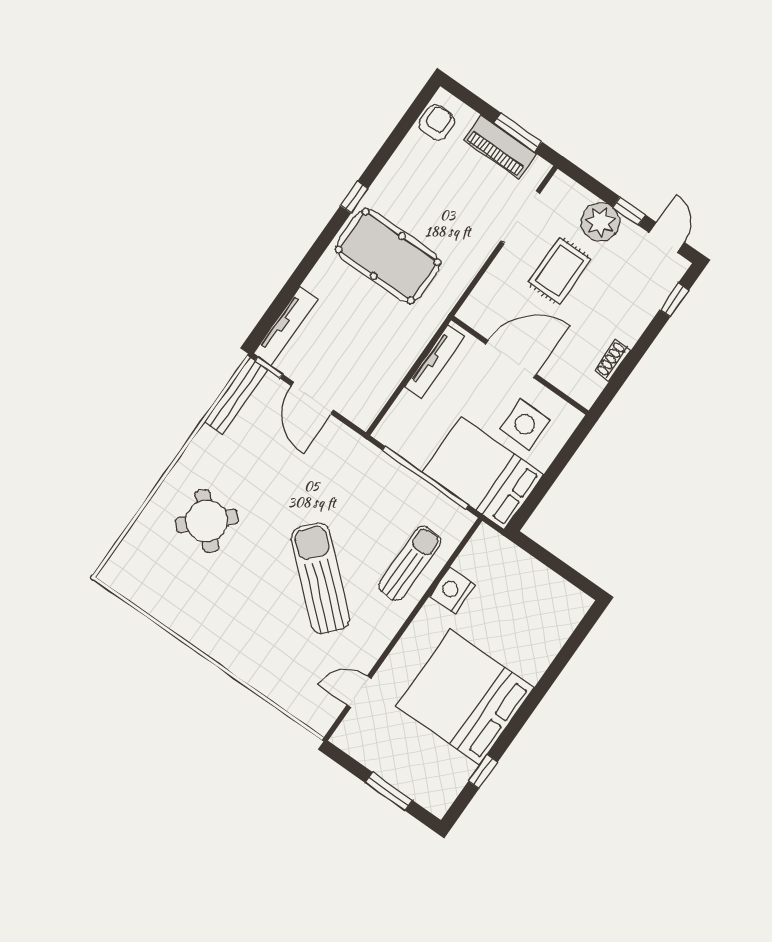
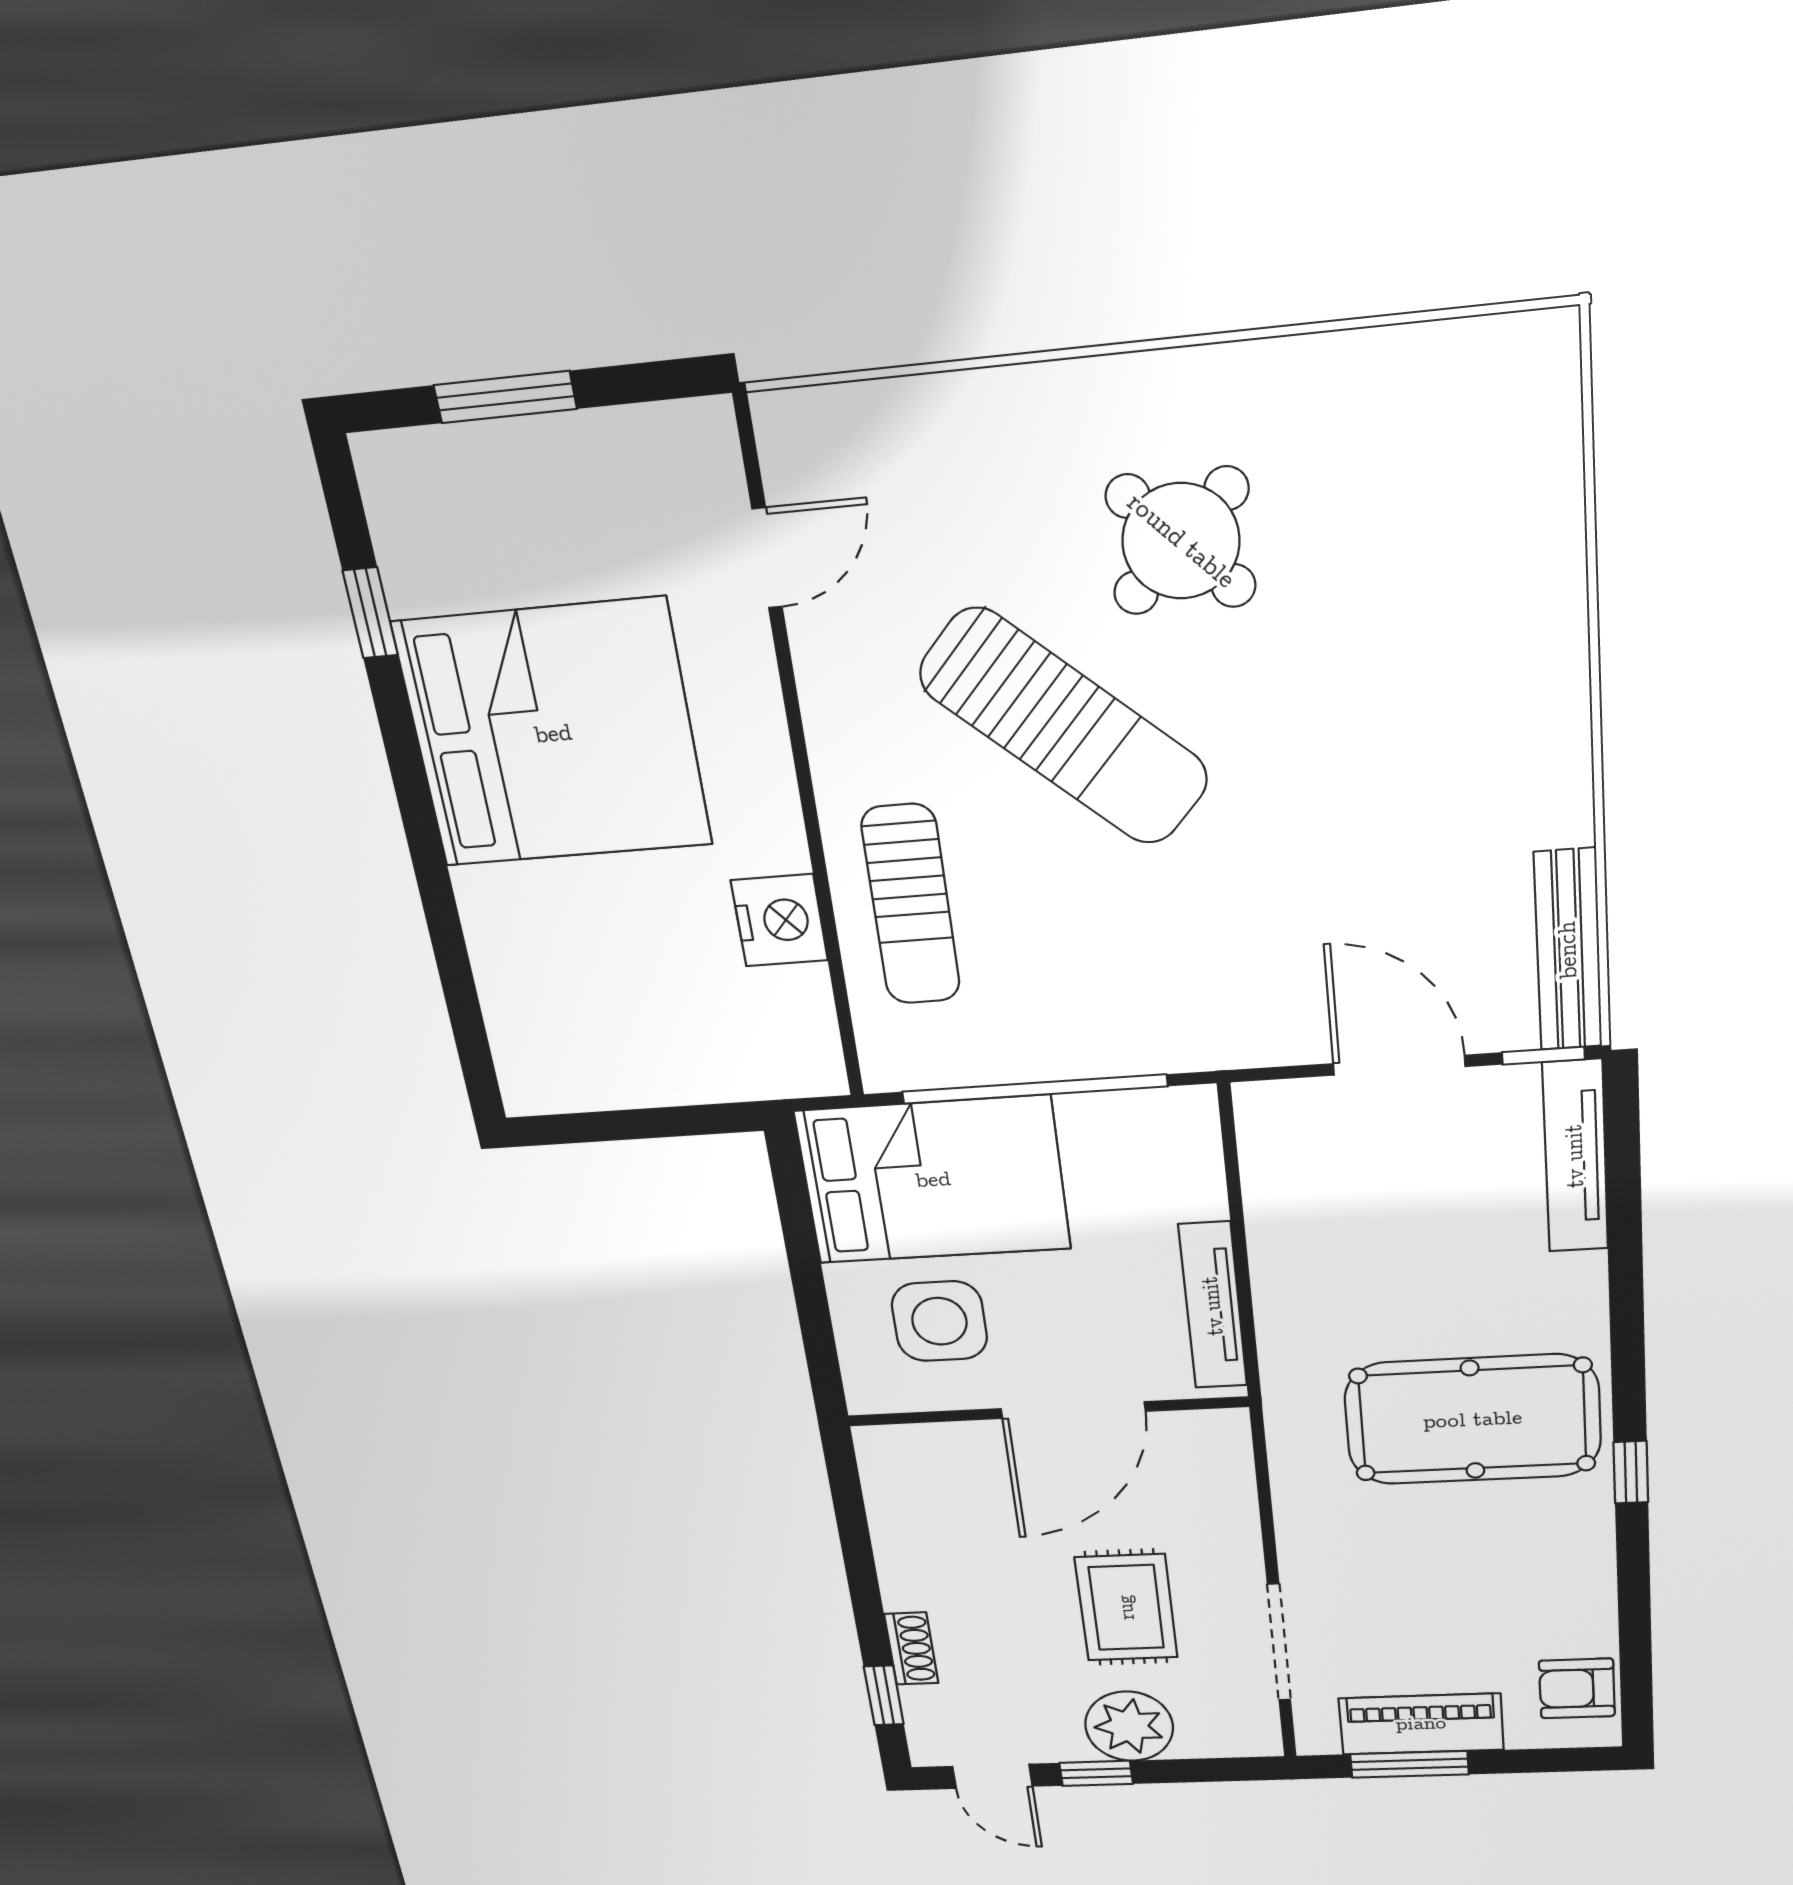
armchair: (437, 122) -> (1577, 1688), turned 90
shoe rack: (613, 360) -> (911, 1649), moved
round table: (207, 521) -> (1181, 541), moved

